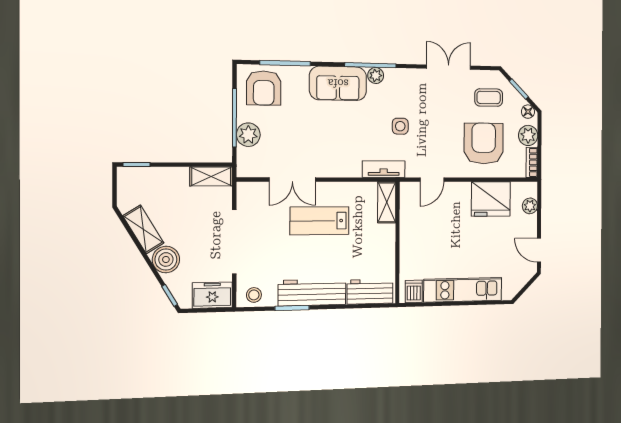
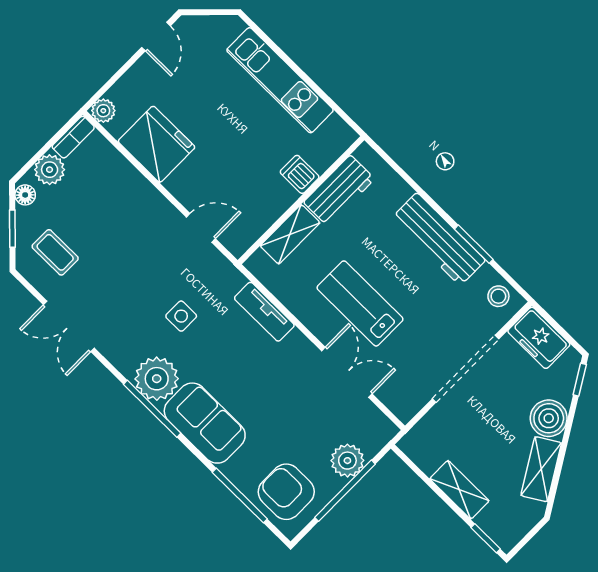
plant: (376, 75) -> (157, 379), width x1.88, depth x1.88
armchair: (264, 88) -> (286, 492), turned -90
armchair: (484, 144) -> (108, 210), removed
tv unit: (384, 169) -> (264, 312), moved
shelving: (211, 176) -> (459, 490), moved
shelving: (387, 202) -> (290, 234), moved
plant: (530, 206) -> (103, 111), moved
lab bench: (320, 221) -> (360, 303), turned 180
dishwasher: (414, 291) -> (300, 174), moved, turned 90
workbench: (370, 292) -> (339, 191), moved, turned -90

